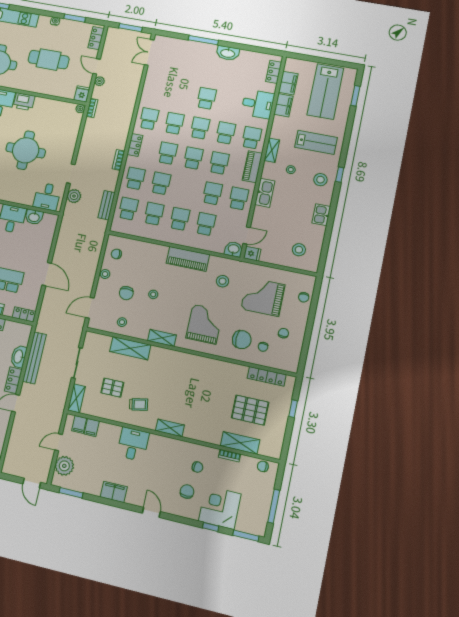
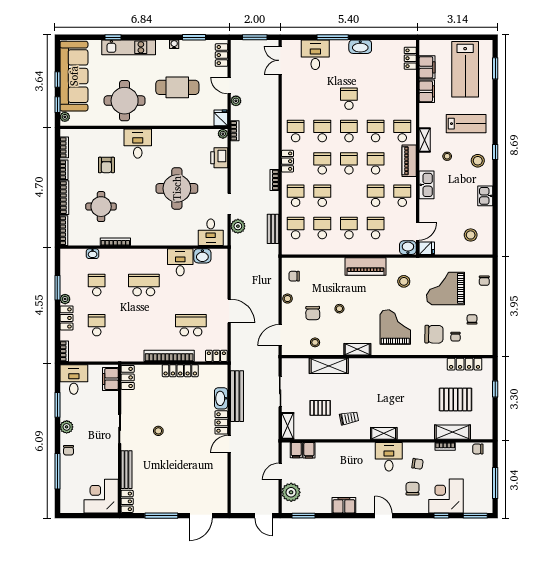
printer: (24, 102) -> (219, 158), moved, turned 90
desk: (258, 104) -> (315, 55), moved, turned -90
desk: (133, 444) -> (389, 457), moved

